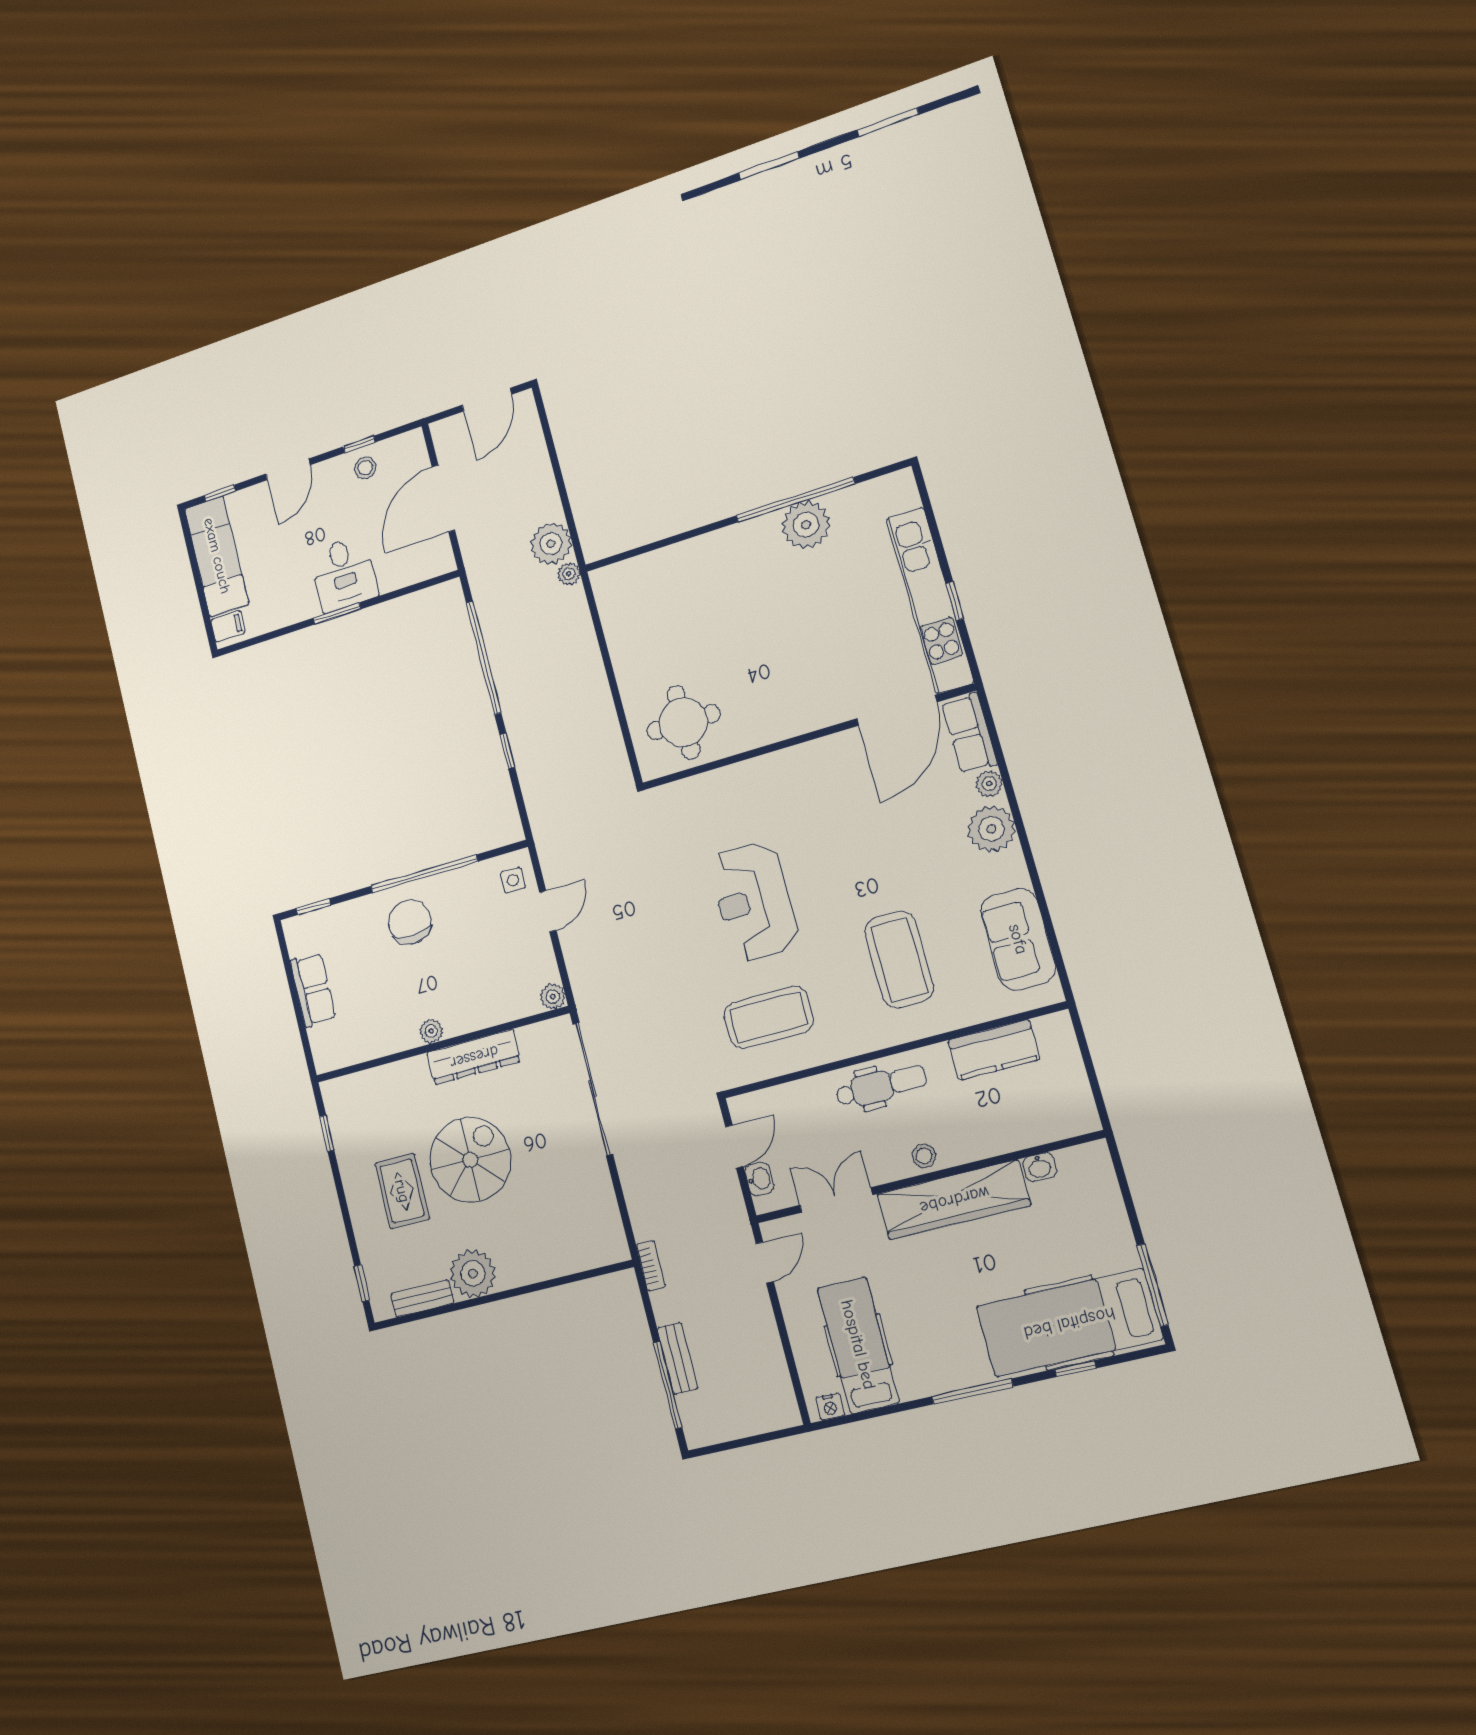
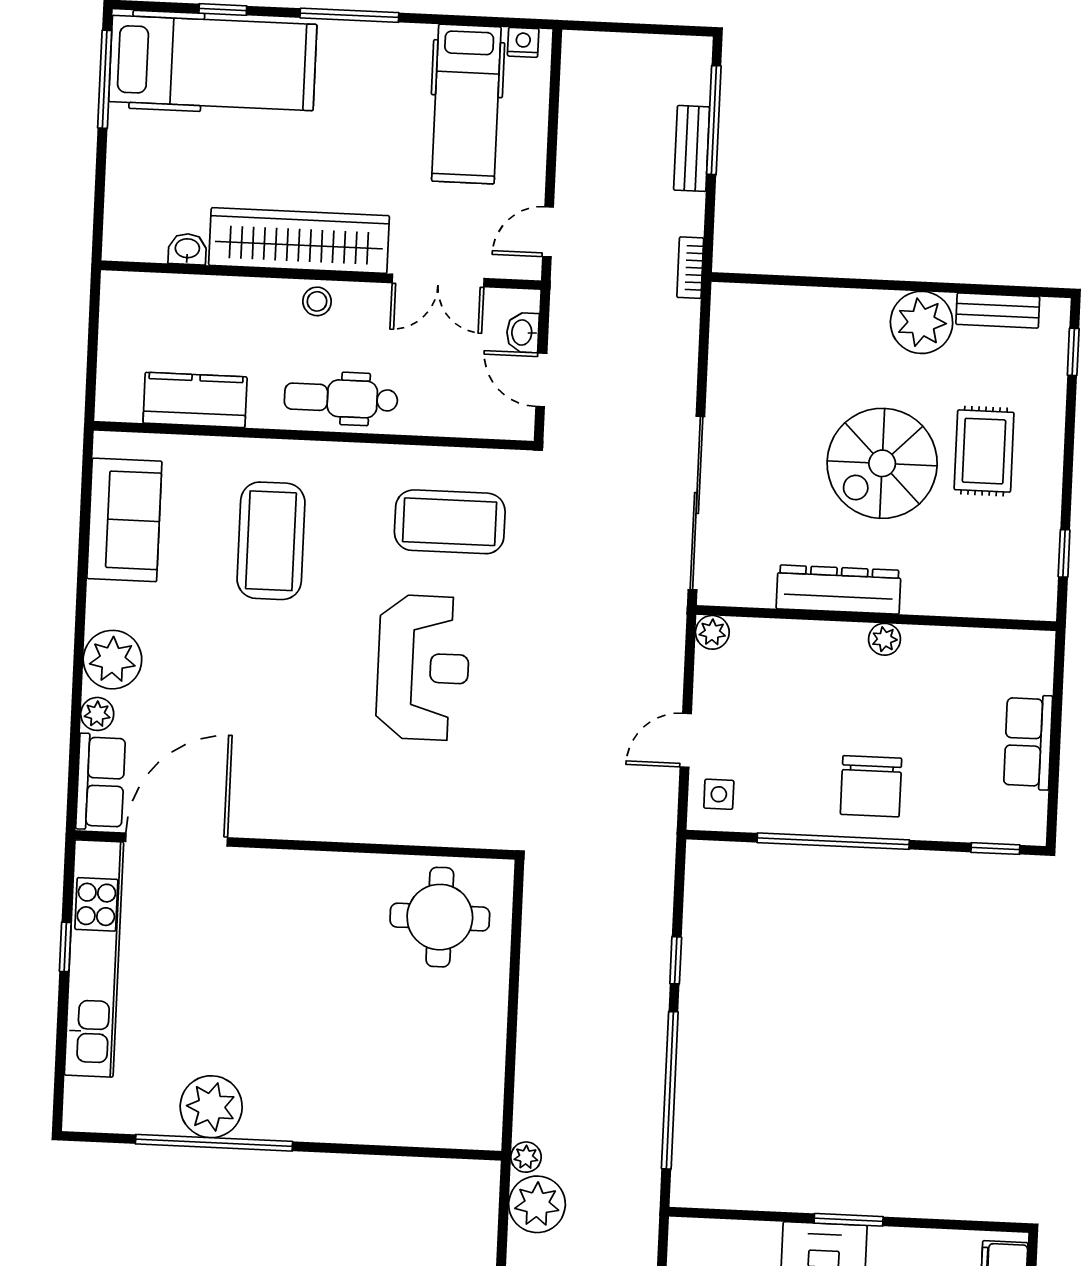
door: (734, 1147) -> (541, 380), hinge flipped

